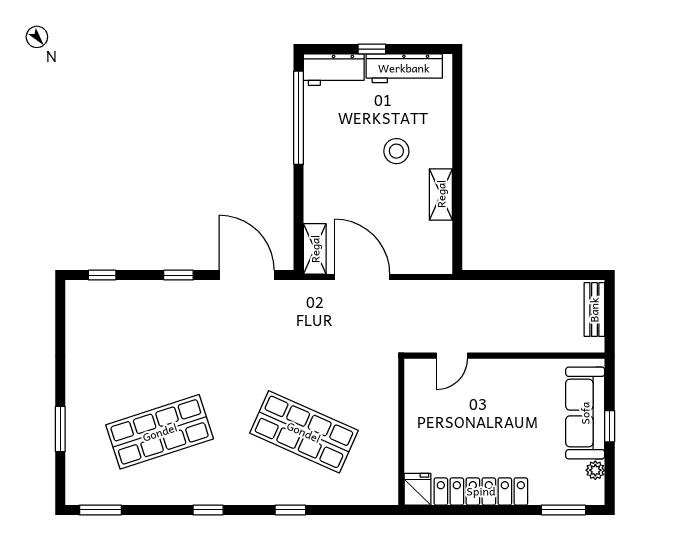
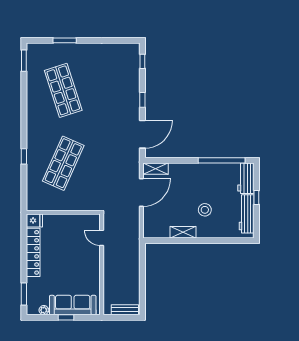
window: (208, 510) -> (24, 115), removed

